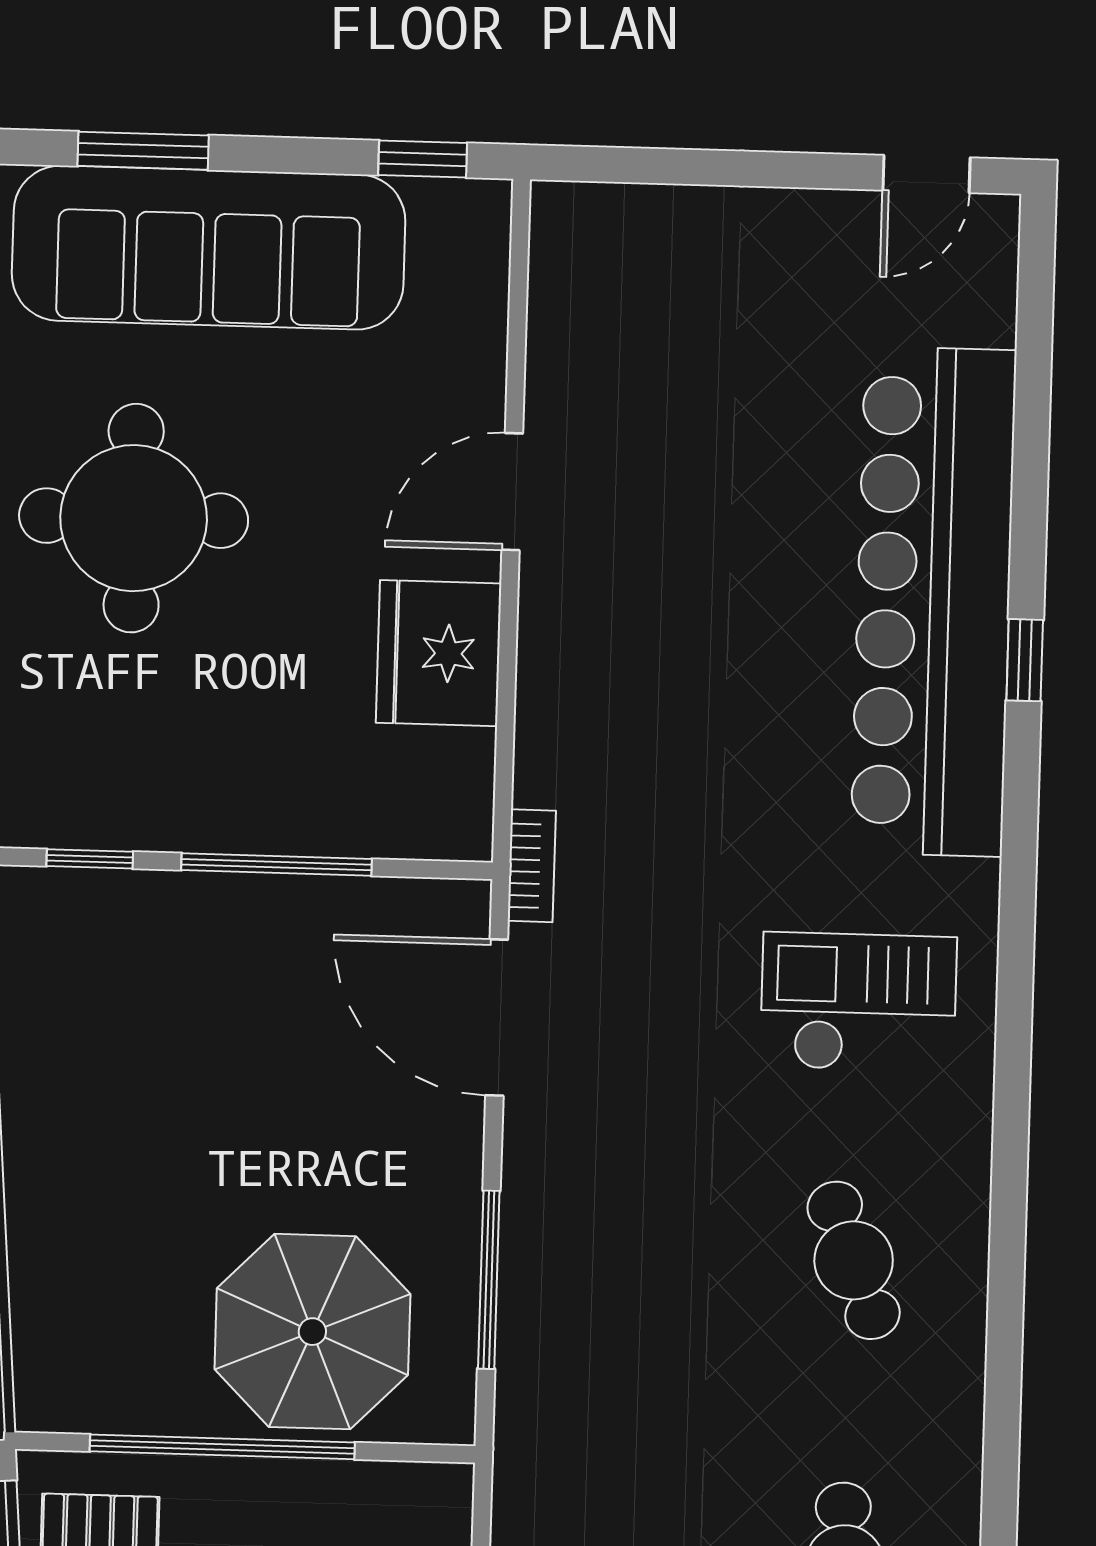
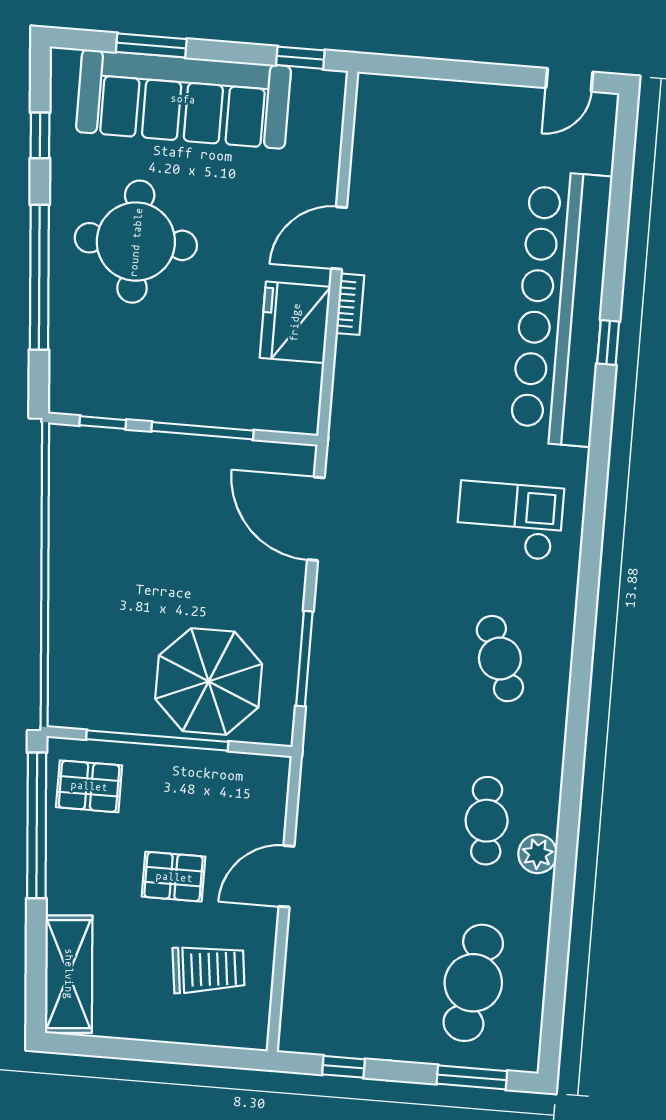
bookcase: (532, 866) -> (350, 304), moved

